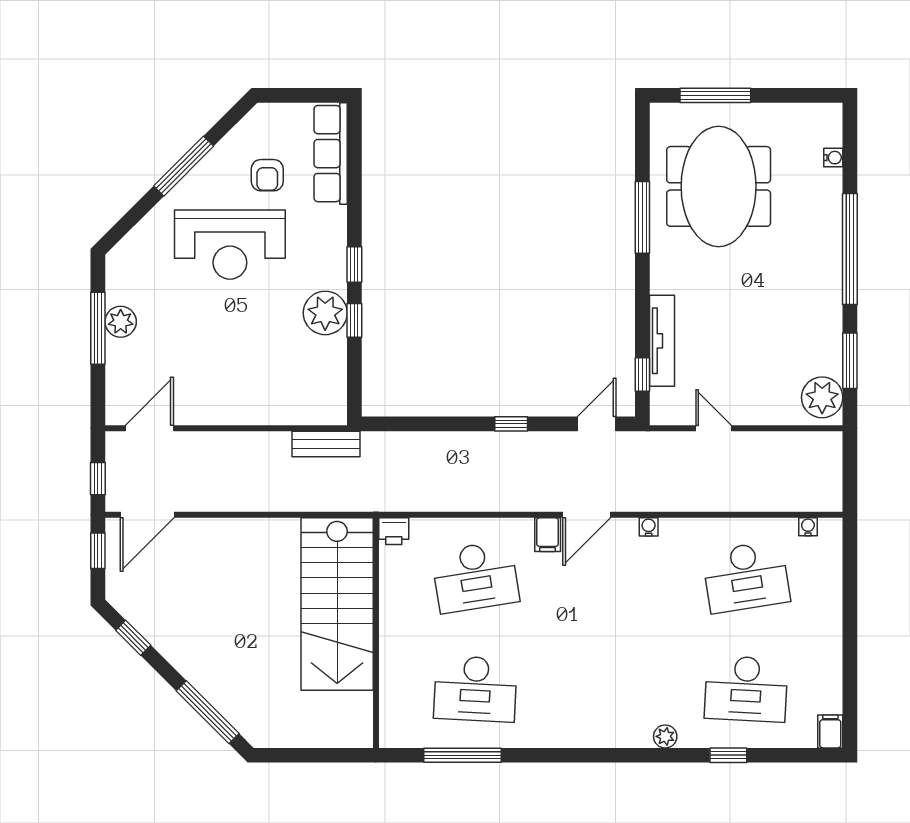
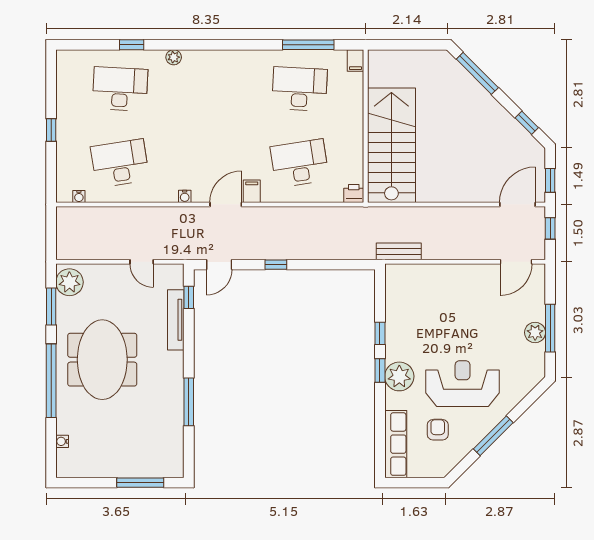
meeting table: (719, 186) -> (102, 360), moved
plant: (325, 313) -> (399, 376), moved
window: (850, 627) -> (51, 130), added
filing cabinet: (830, 731) -> (355, 61), moved

